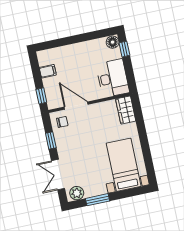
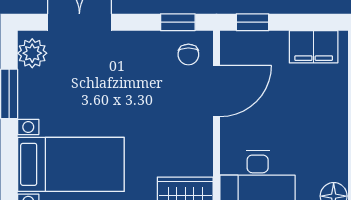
filing cabinet: (48, 71) -> (314, 47), width x2.00
window: (51, 141) -> (178, 22), moved

